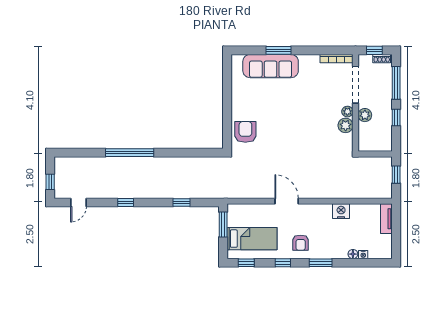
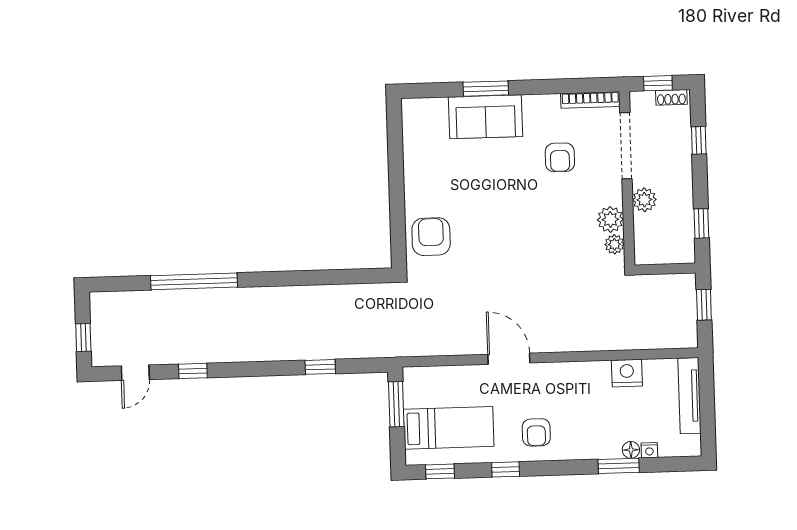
sofa: (271, 66) -> (486, 117), width x0.73
window: (396, 83) -> (699, 140), width x0.46
armchair: (319, 90) -> (560, 157), added
plant: (347, 112) -> (614, 244), moved
window: (396, 117) -> (701, 223), moved
window: (130, 153) -> (194, 281), moved
window: (126, 202) -> (193, 371), moved
nightstand: (341, 211) -> (627, 373), moved
tv unit: (386, 219) -> (689, 396), width x1.41
window: (321, 263) -> (619, 466), moved

